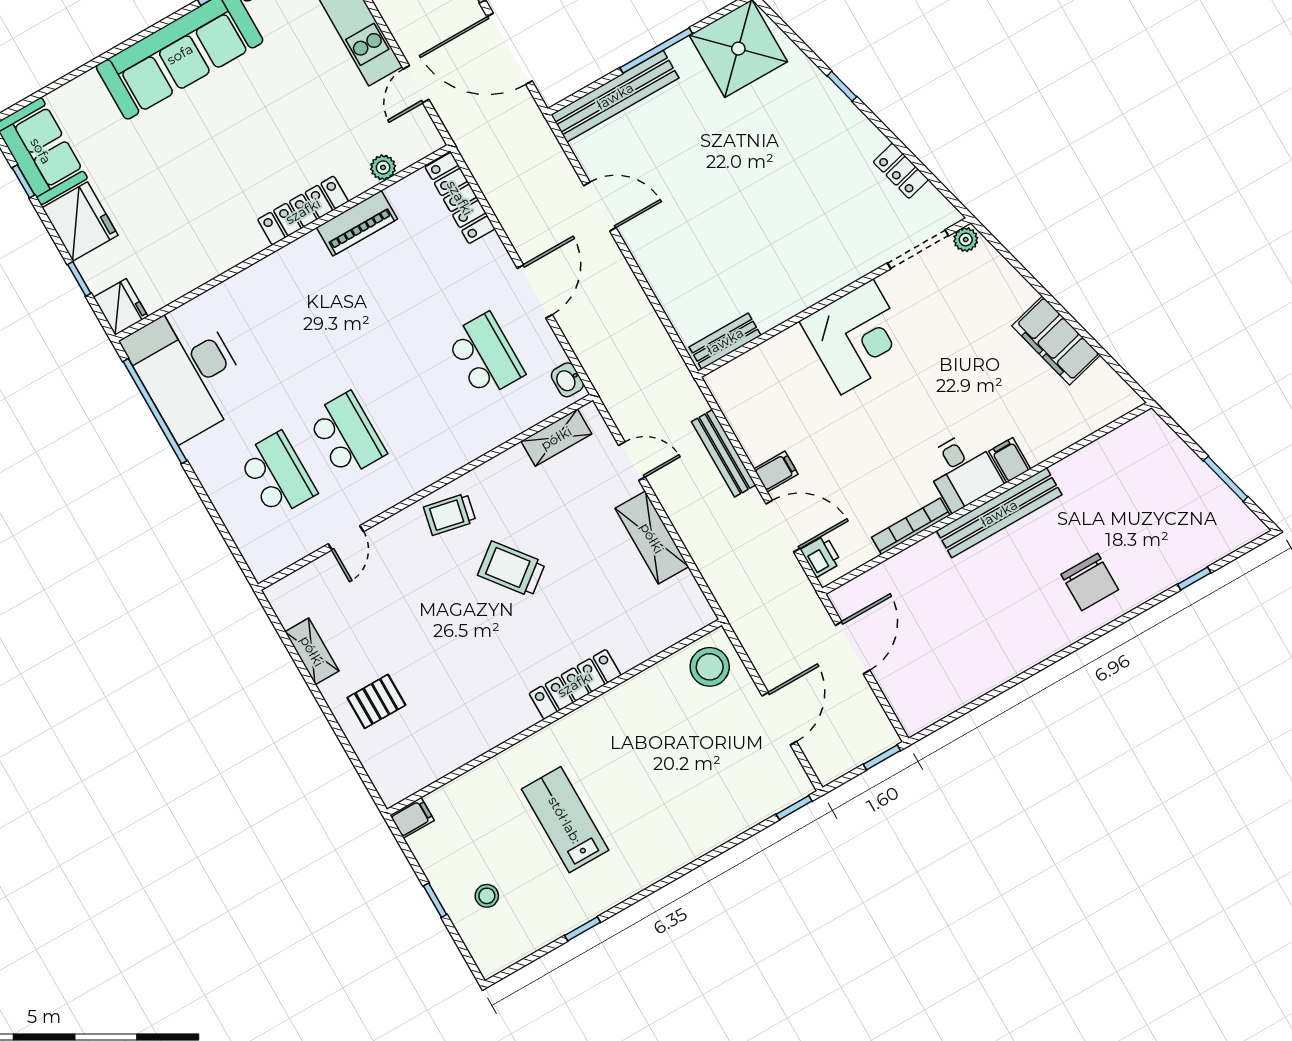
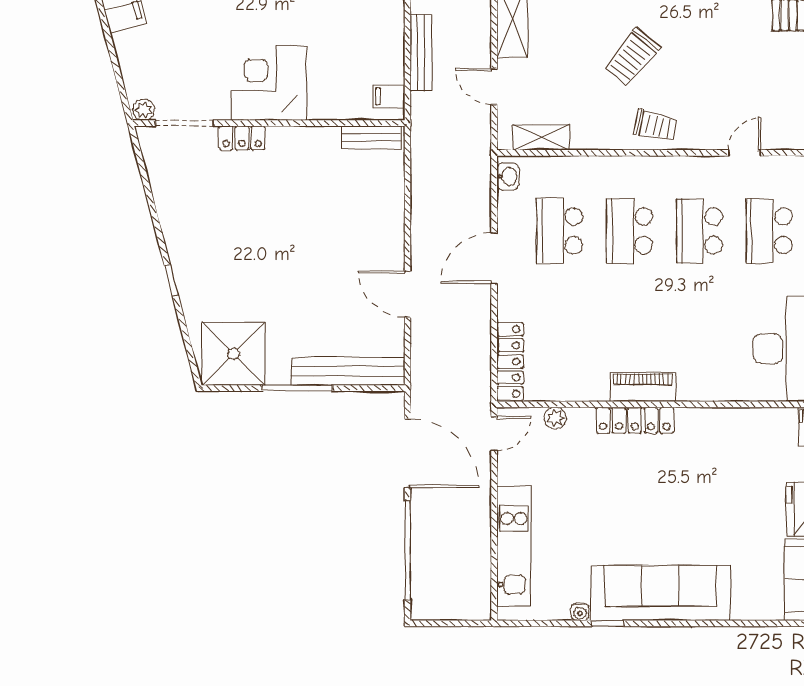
door: (416, 84) -> (494, 434), moved
locker: (901, 171) -> (242, 138), moved, turned 105
piano: (357, 223) -> (643, 387), moved
school desk: (416, 395) -> (629, 231), added
filing cabinet: (776, 472) -> (389, 96), moved
trolley: (512, 569) -> (632, 57), turned 77

